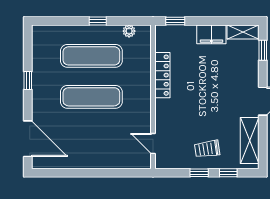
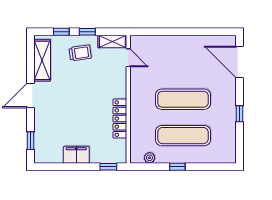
shelving: (243, 32) -> (112, 42), moved

